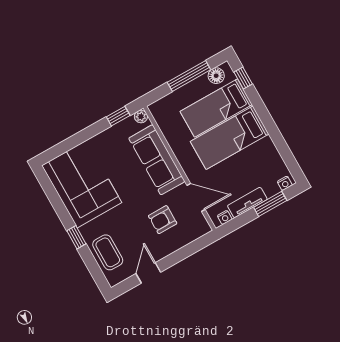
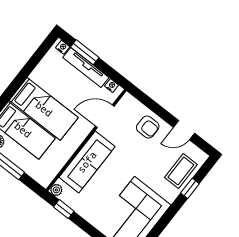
door: (196, 197) -> (105, 116), hinge flipped
tv unit: (247, 202) -> (86, 67), width x1.41
armchair: (163, 220) -> (148, 127), moved
window: (76, 237) -> (190, 188), moved

